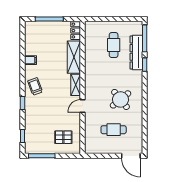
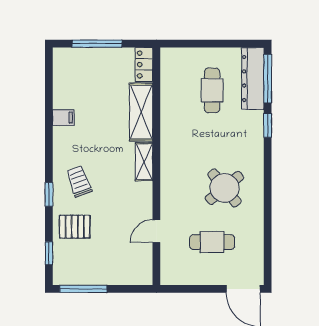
dresser: (136, 52) -> (253, 78), moved
trolley: (35, 86) -> (79, 181), moved
door: (83, 106) -> (156, 231), moved
pallet: (63, 137) -> (75, 227), moved

